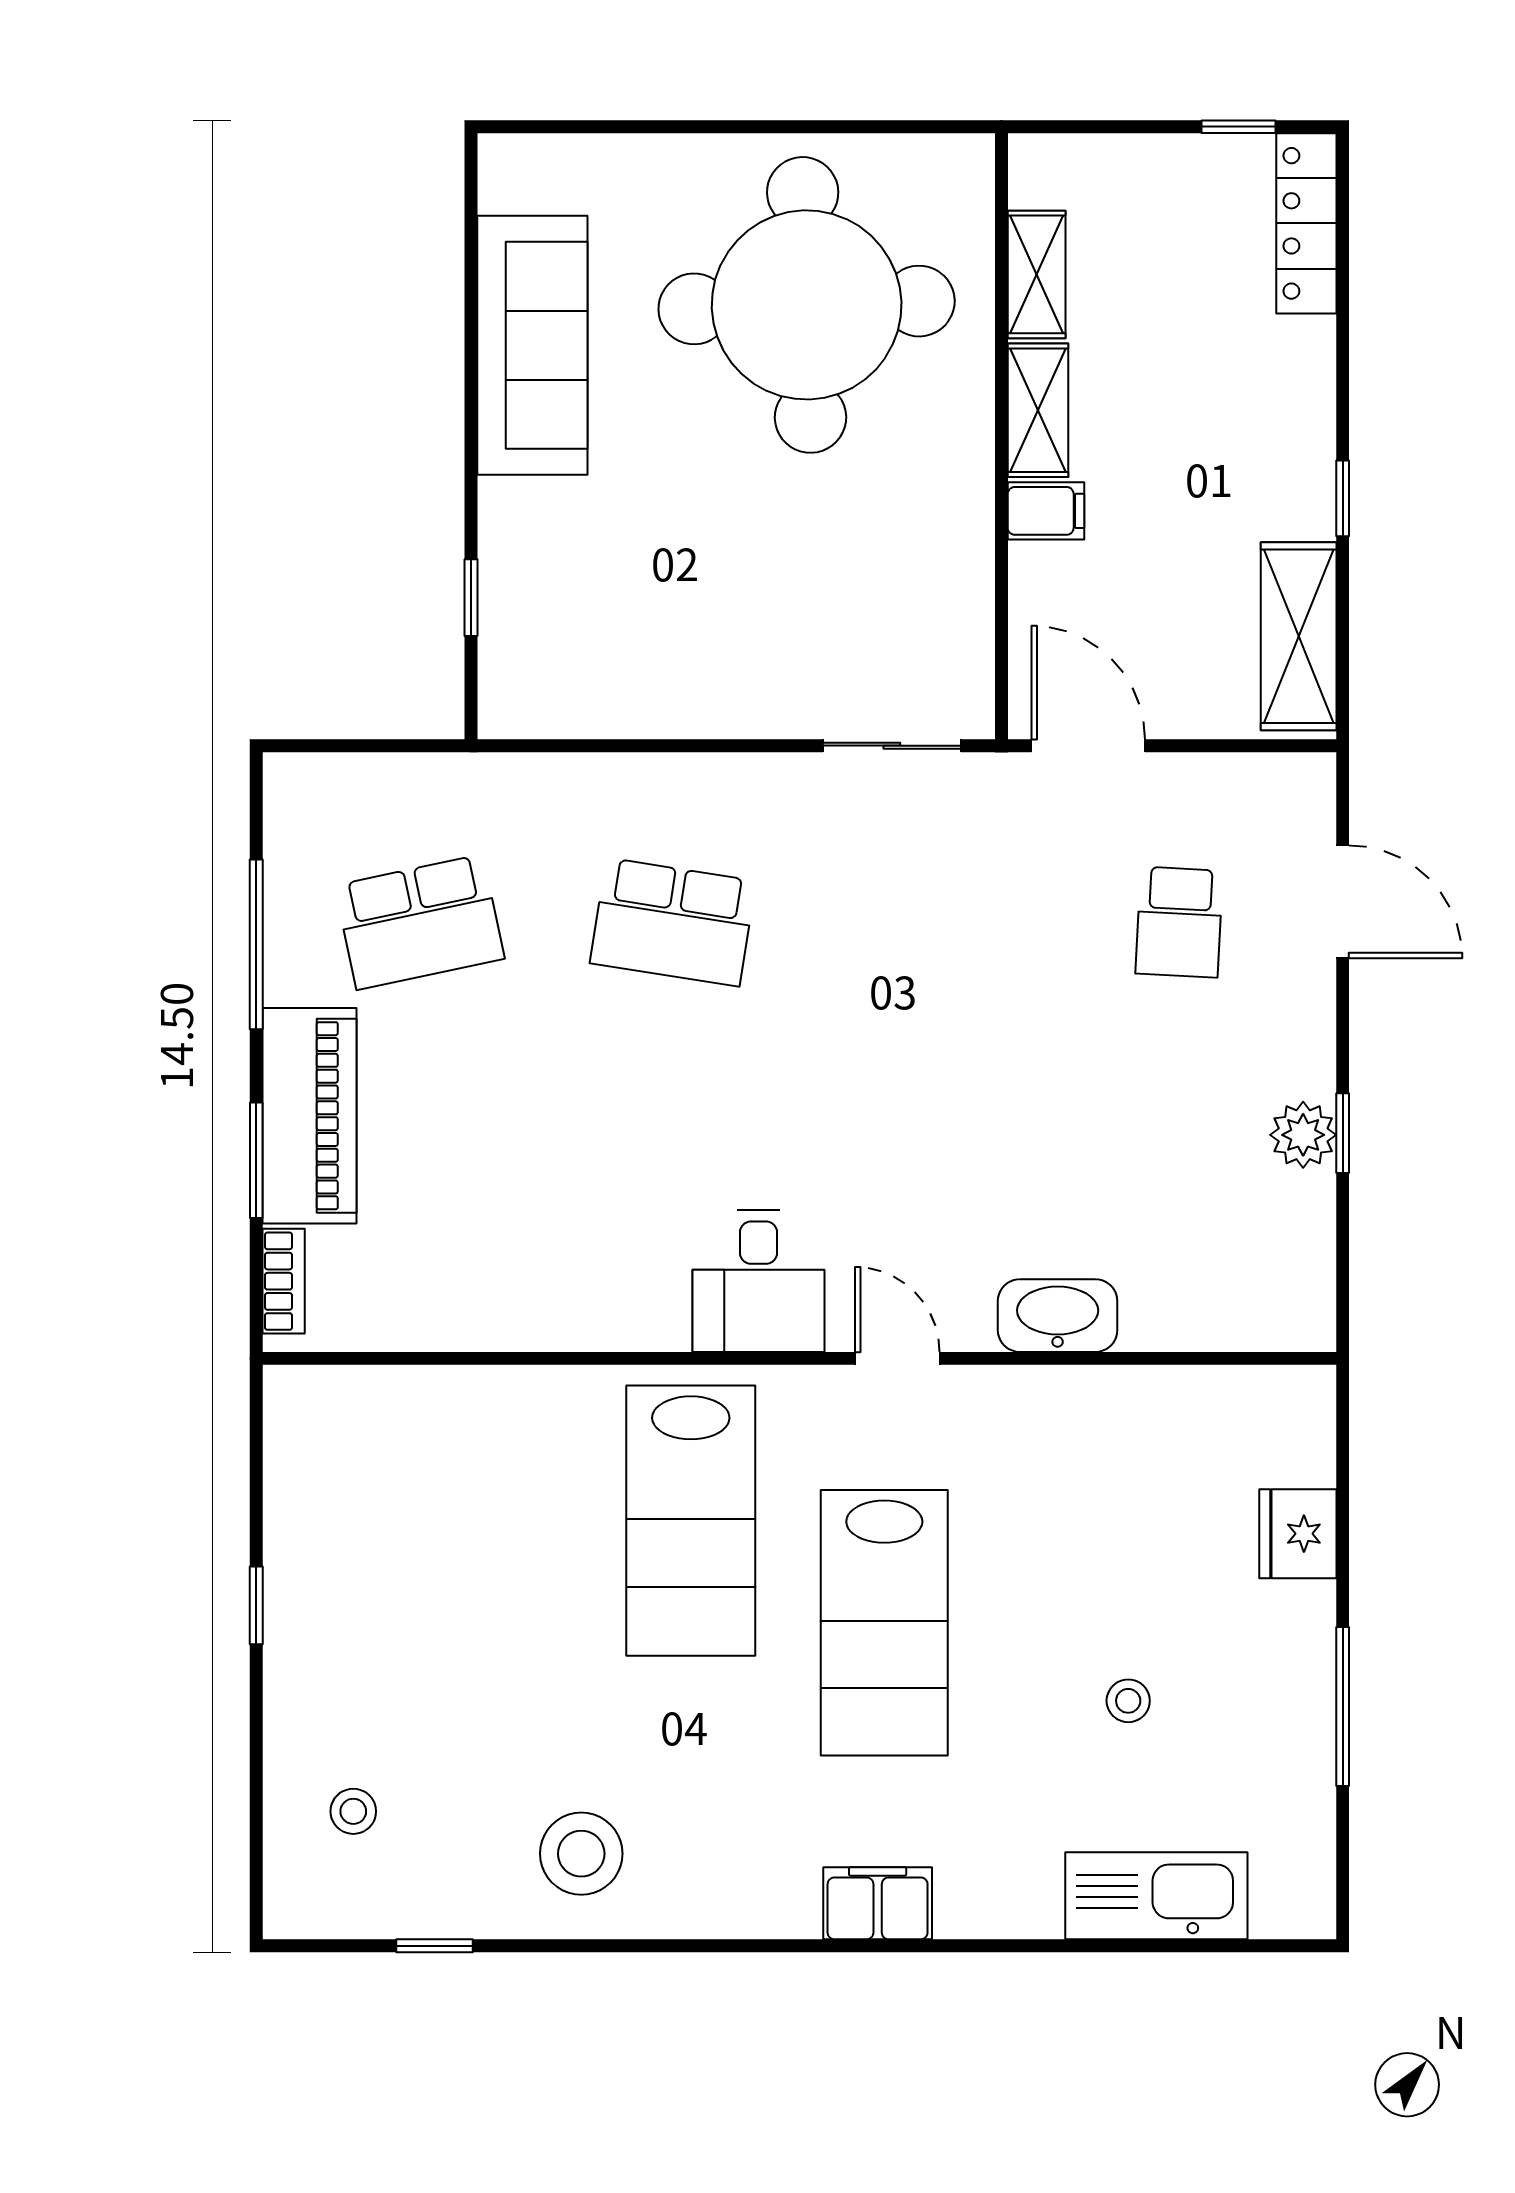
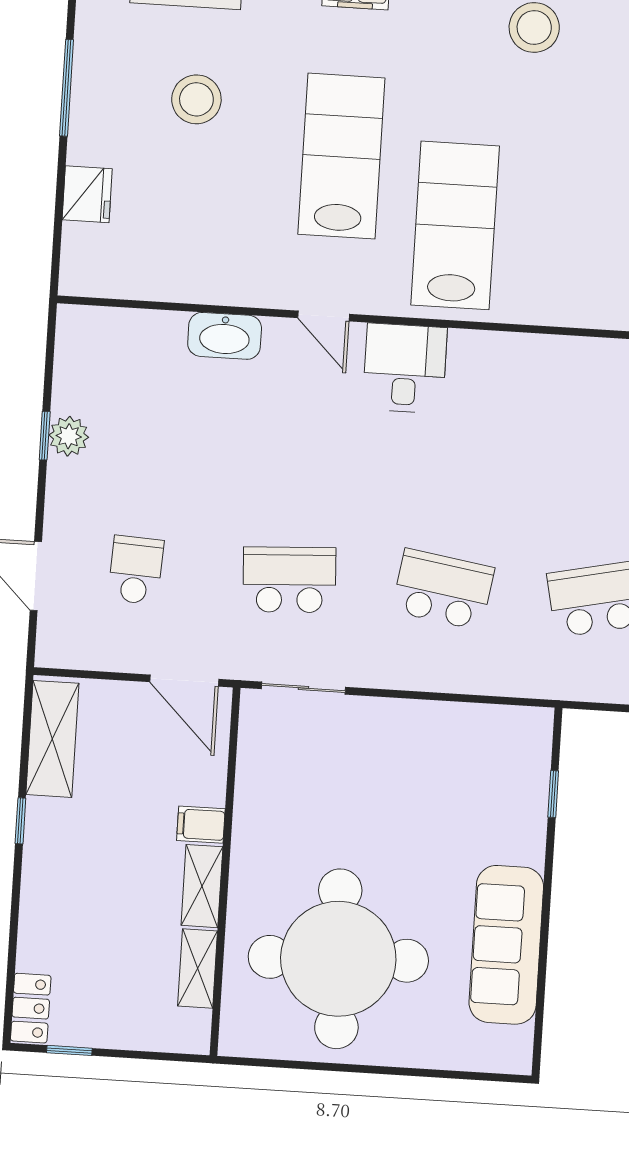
locker: (1306, 223) -> (31, 1008), width x0.66
school desk: (926, 922) -> (289, 580), added
stool: (1128, 1701) -> (196, 99), width x1.89, depth x1.89

